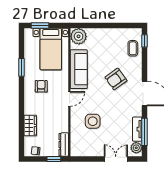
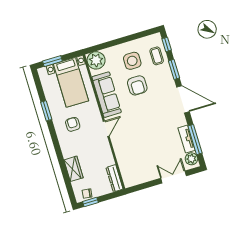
window: (145, 65) -> (174, 69), added
armchair: (116, 79) -> (137, 85), moved, turned -54
side table: (93, 121) -> (132, 61), moved
window: (54, 159) -> (90, 202), moved

